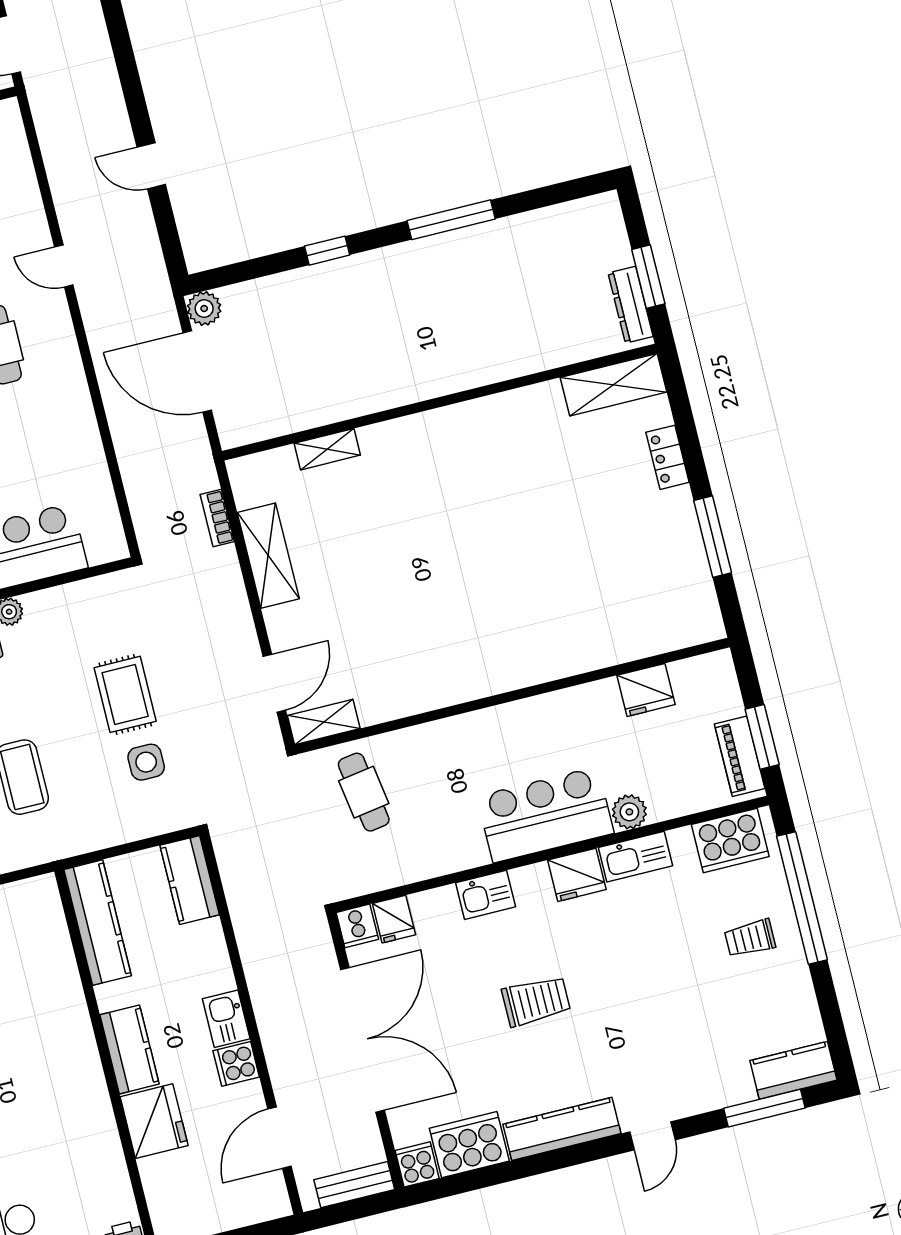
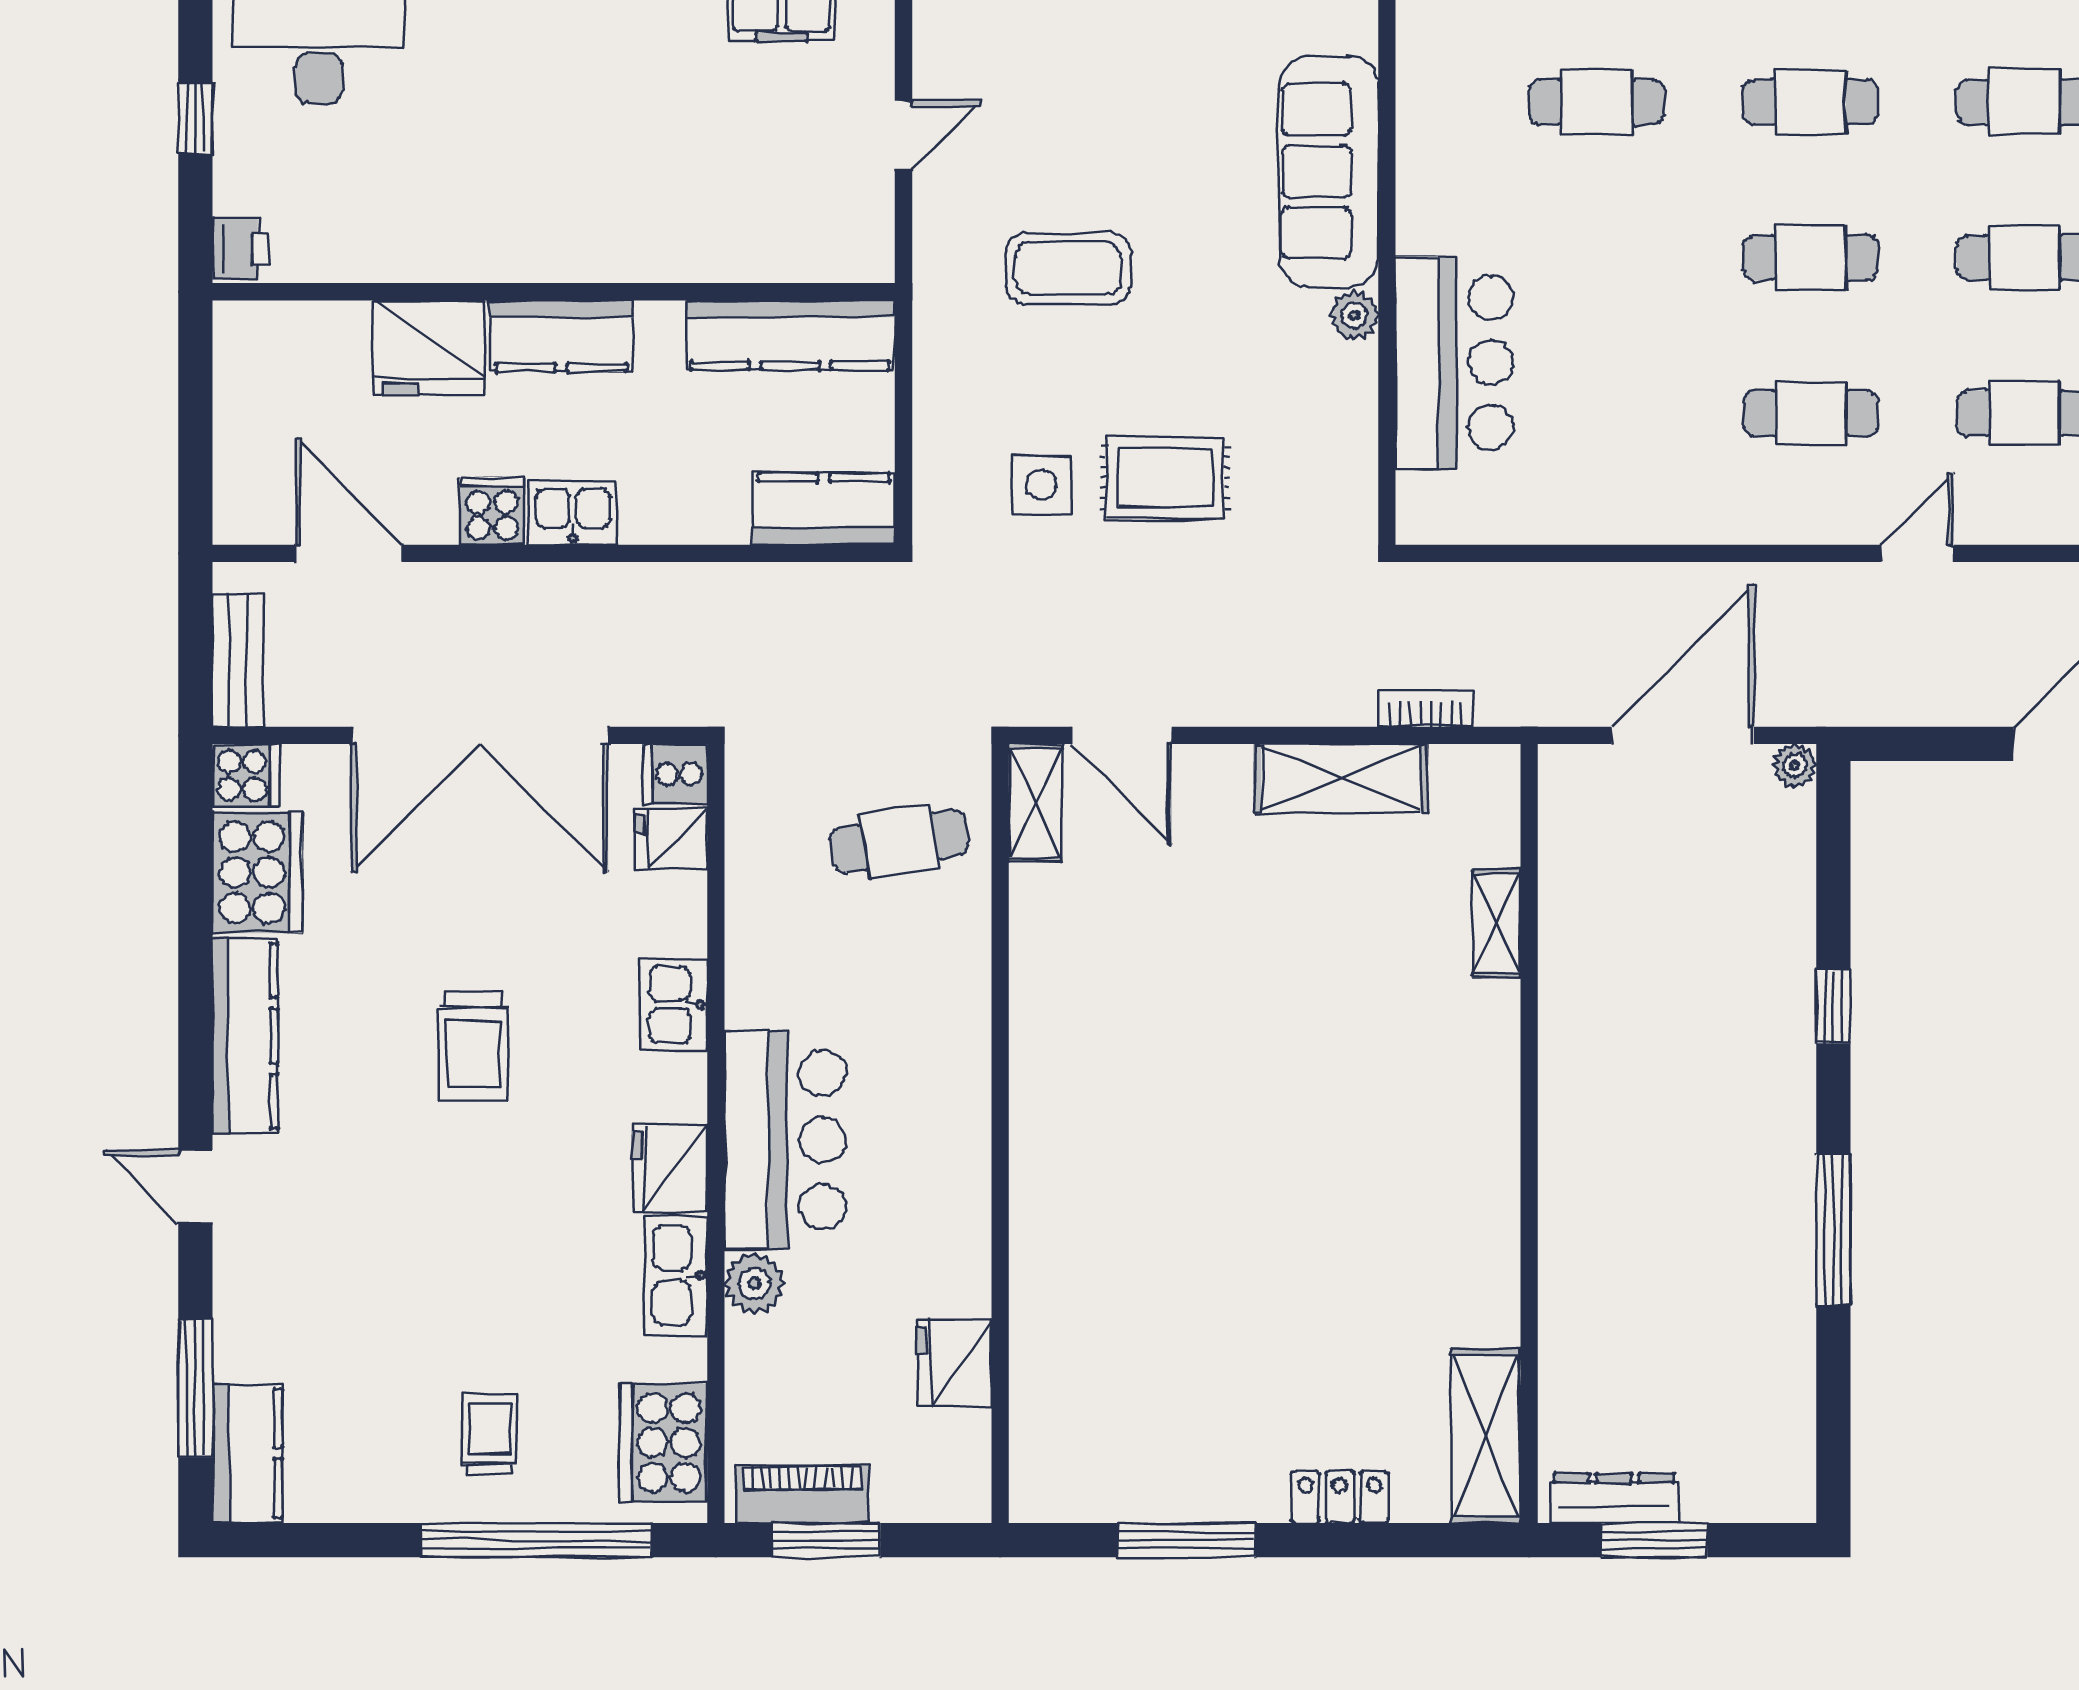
plant: (204, 308) -> (1795, 766), width x0.73, depth x0.73

